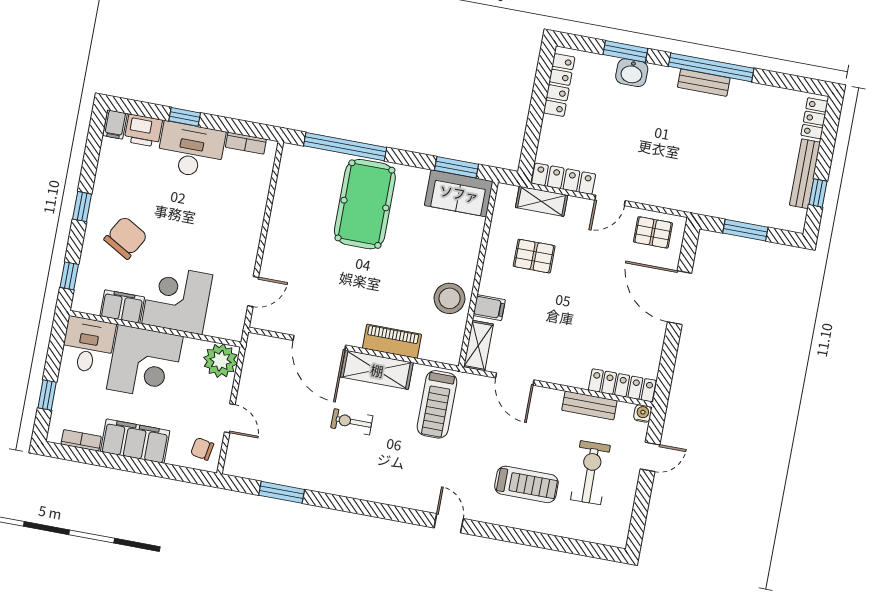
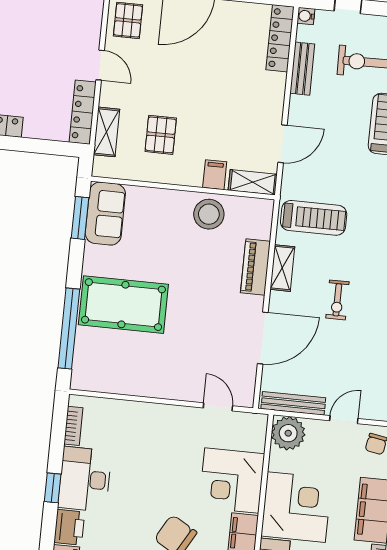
bench: (250, 368) -> (293, 403), added
shelving: (377, 370) -> (282, 268), width x0.67, depth x0.75

